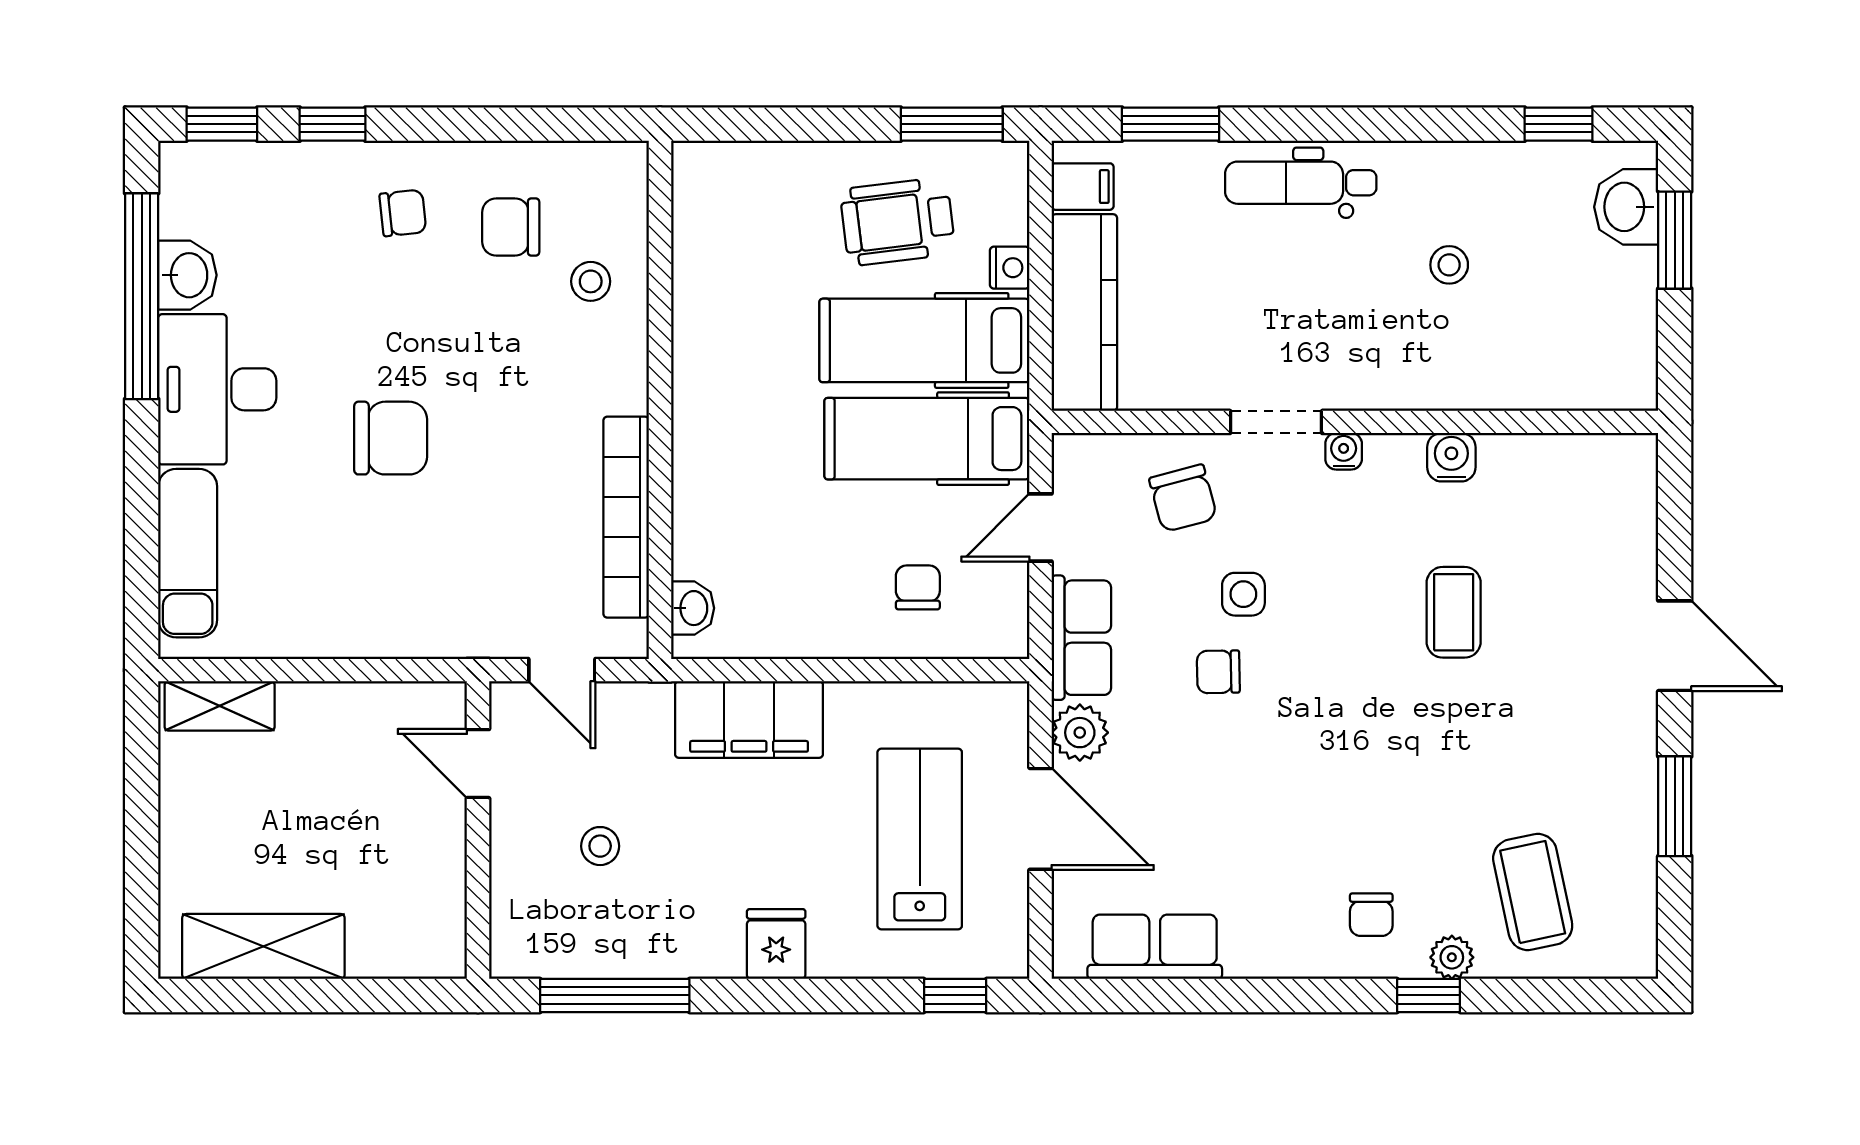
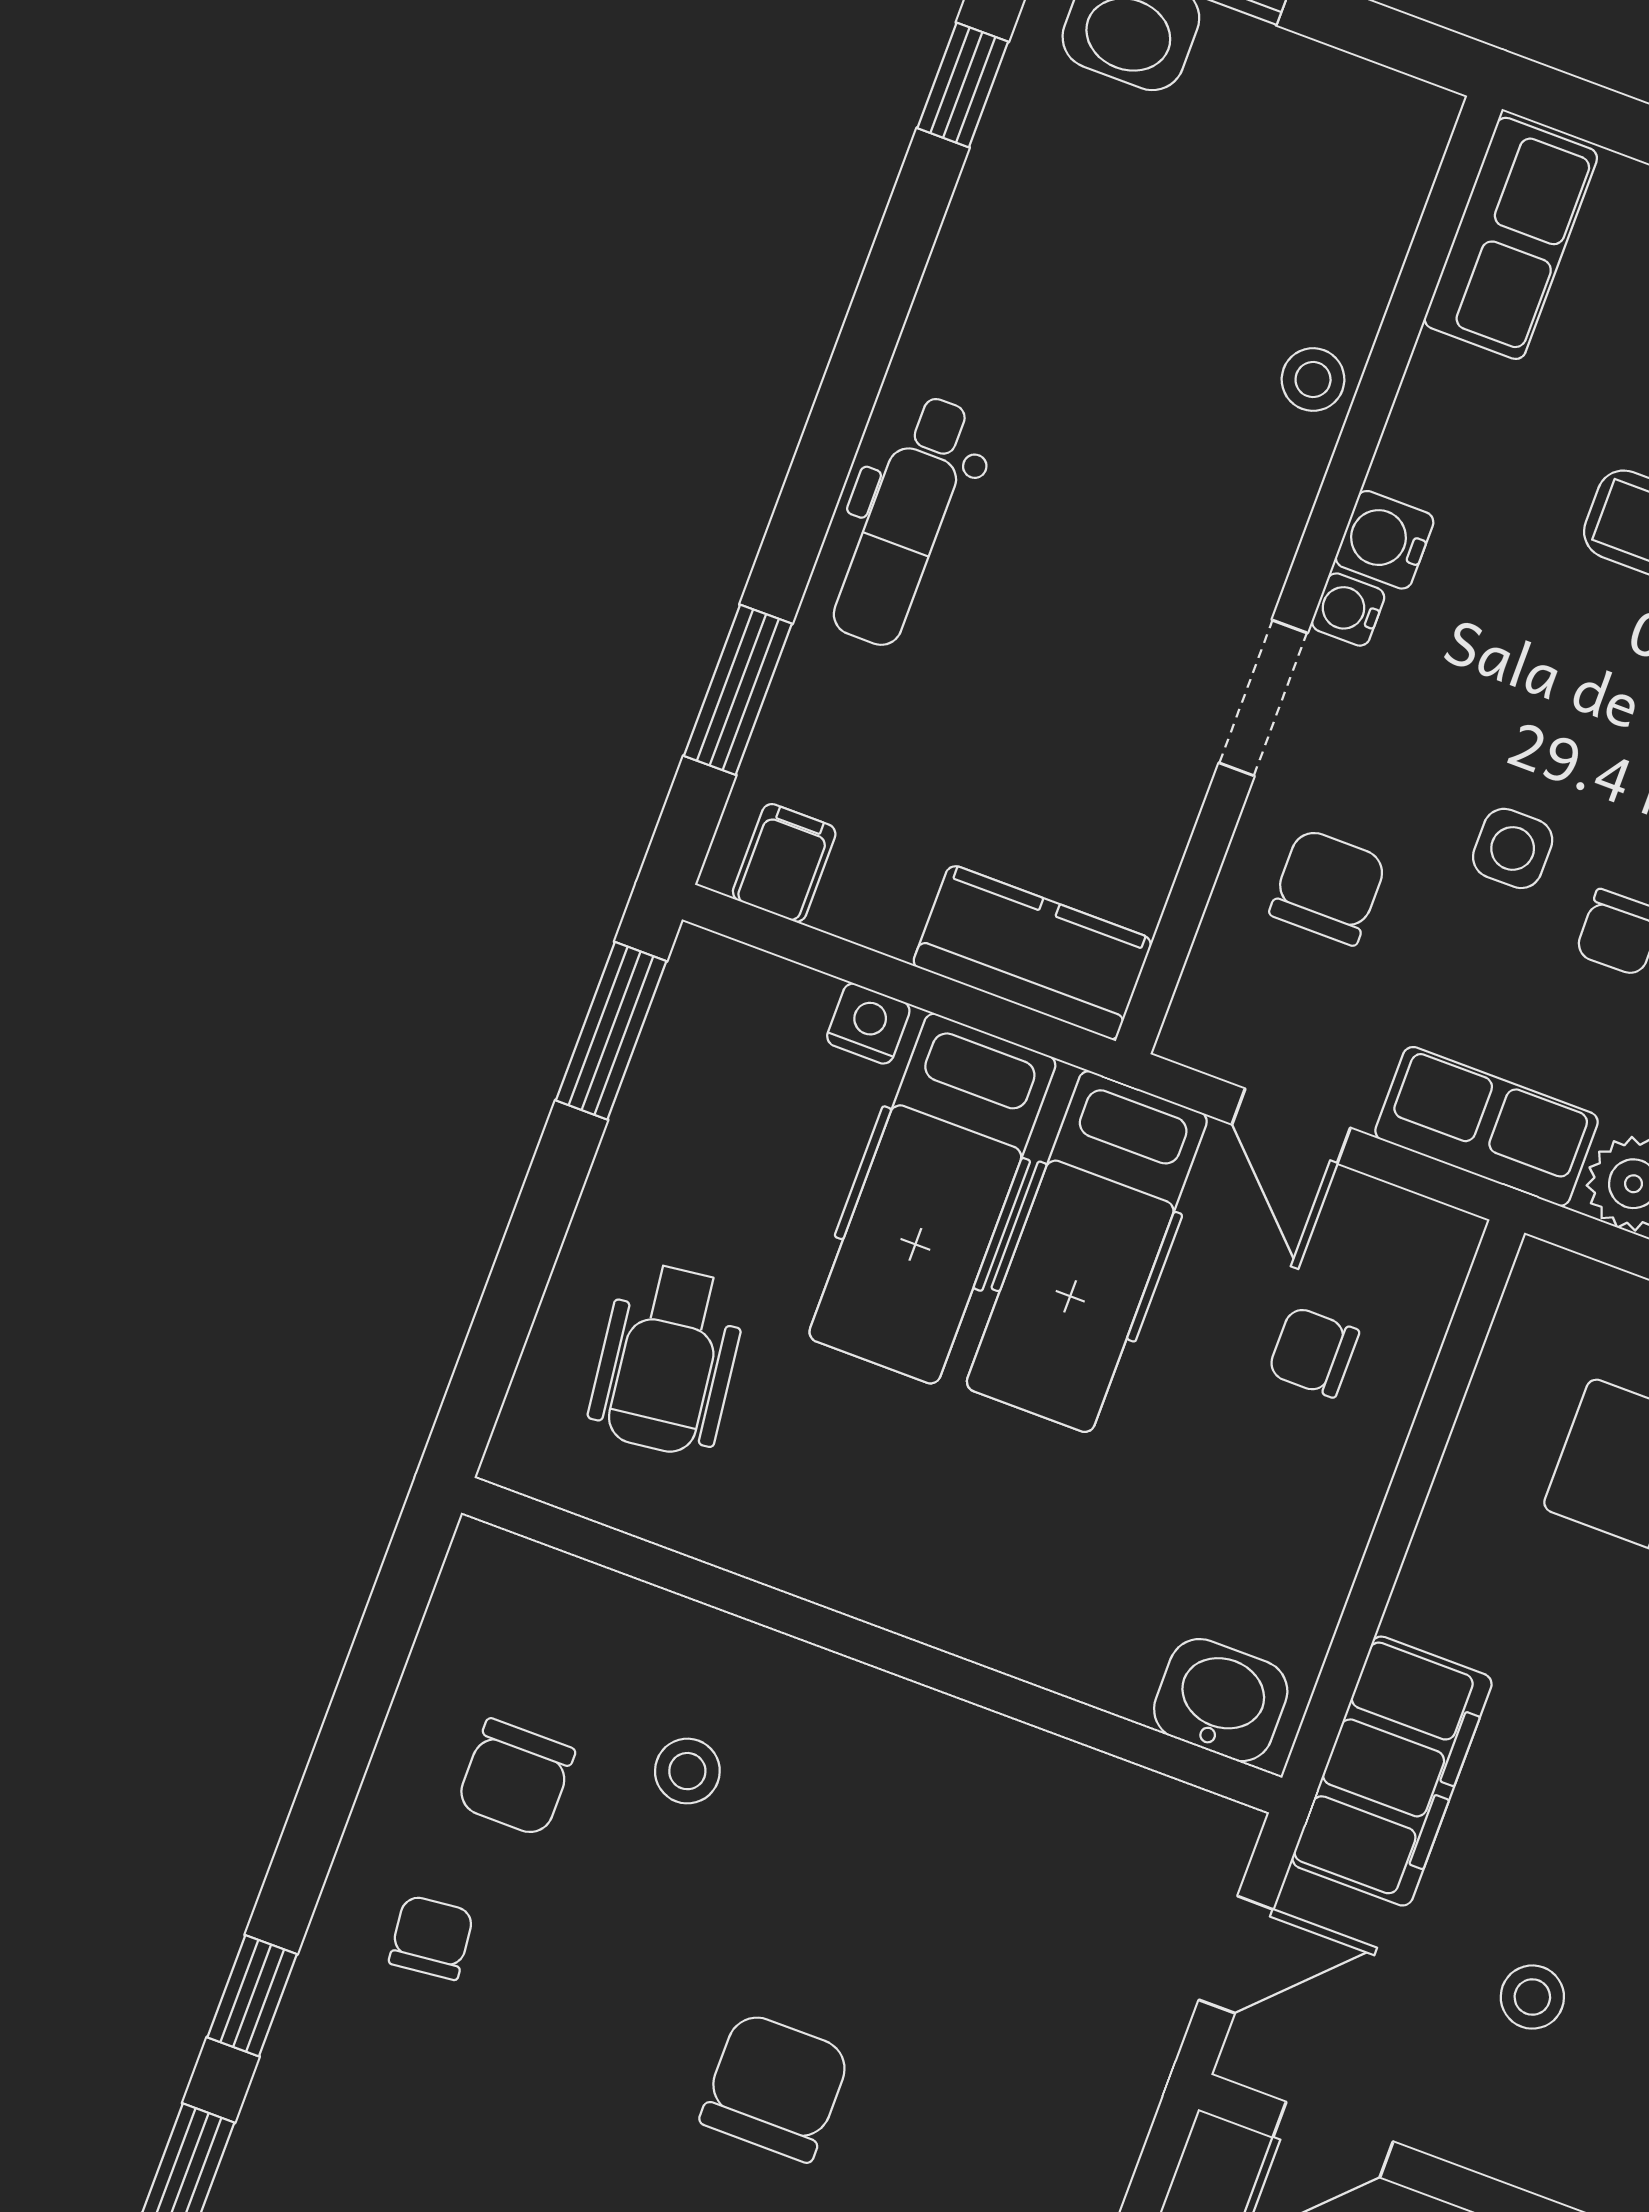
wheelchair: (898, 222) -> (667, 1359), moved
stool: (1449, 265) -> (1313, 380), moved
stool: (591, 281) -> (687, 1771), moved
kitchen counter: (1084, 313) -> (1033, 952), width x0.67
water cooler: (1451, 457) -> (1385, 540), moved
row of seats: (1587, 465) -> (1511, 238), added
chair: (1183, 498) -> (1328, 887), turned -75
bookcase: (626, 517) -> (1035, 1766), removed
washbasin: (693, 608) -> (1221, 1700), width x1.38, depth x1.45
filing cabinet: (749, 720) -> (1392, 1771), moved

